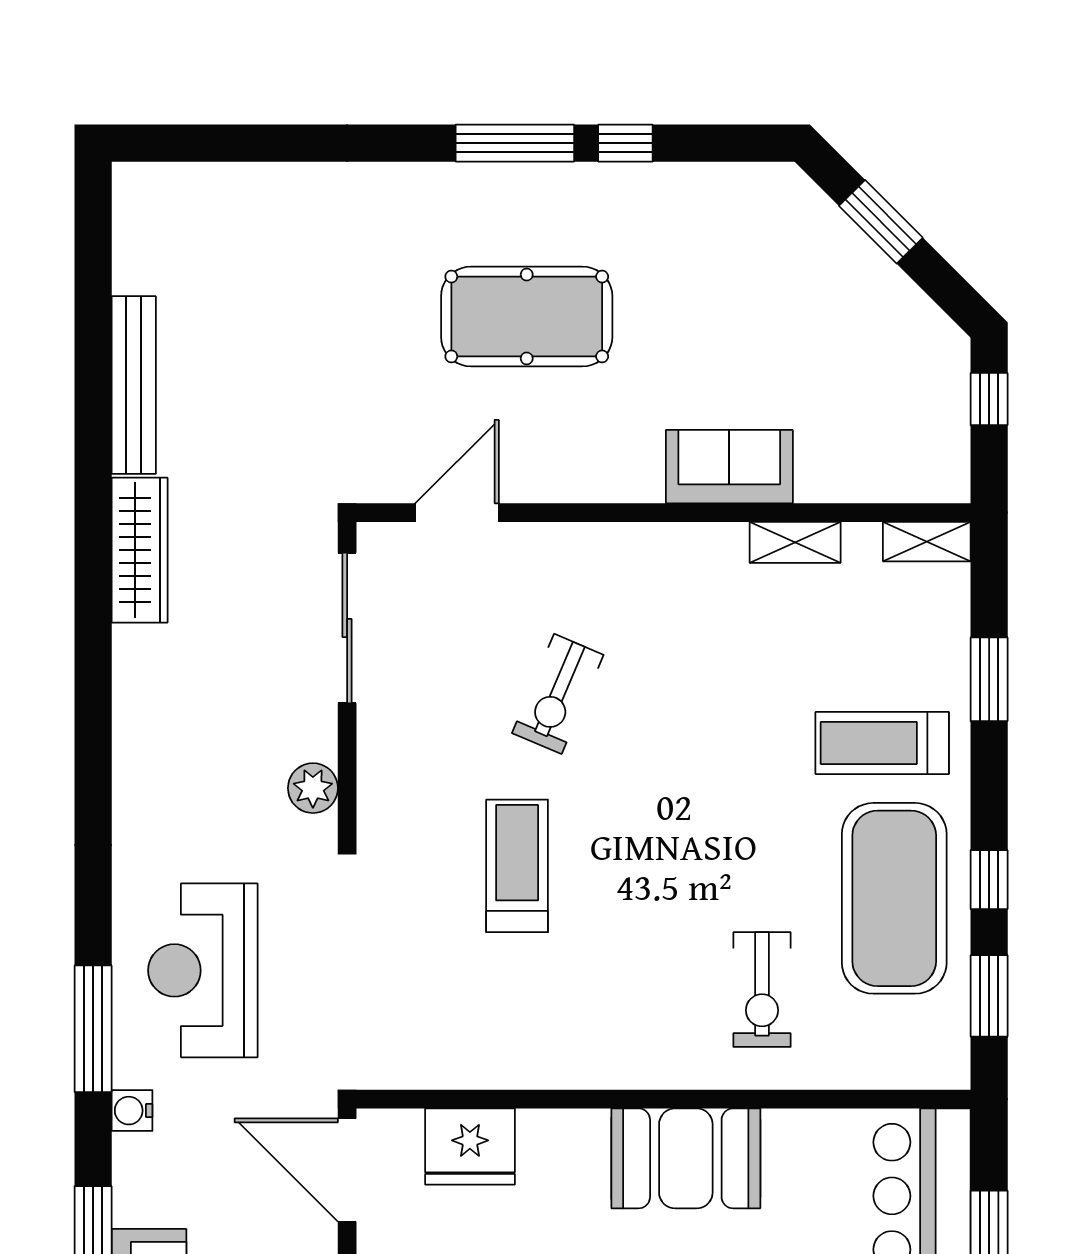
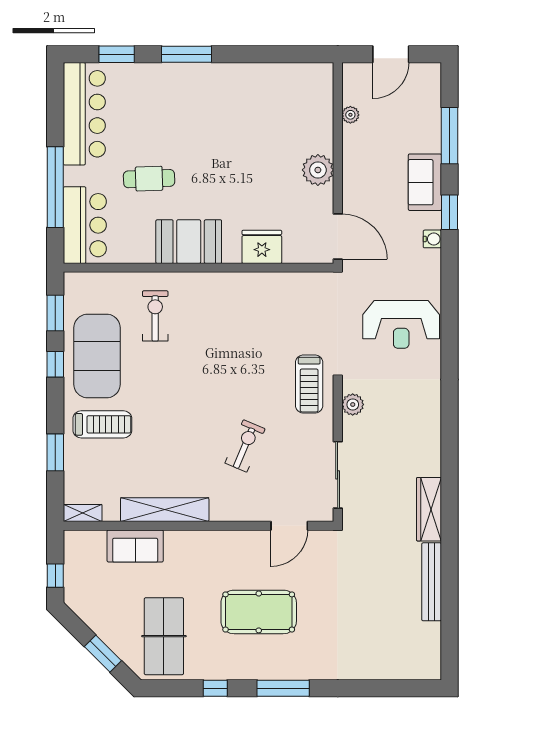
window: (515, 143) -> (283, 688), moved
table tennis table: (742, 261) -> (164, 636), added
sofa: (729, 467) -> (135, 546), moved
shelving: (795, 542) -> (165, 510), width x2.20, depth x1.33
treadmill: (517, 866) -> (309, 384), moved
reception desk: (203, 970) -> (401, 324), turned 90
window: (93, 1029) -> (449, 299), removed
water cooler: (132, 1111) -> (432, 239), moved
fridge: (470, 1146) -> (262, 247), moved

